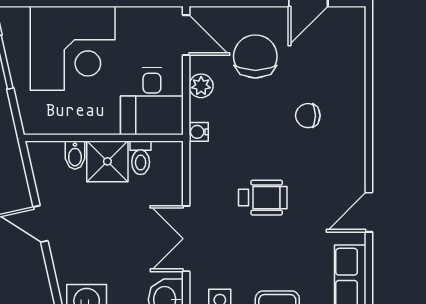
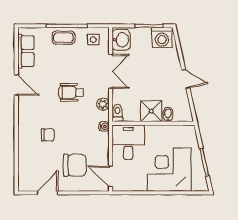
chair: (255, 56) -> (75, 165), turned -90
plant: (201, 86) -> (103, 104), moved
toilet: (141, 158) -> (117, 113), moved
door: (369, 212) -> (16, 85), hinge flipped

